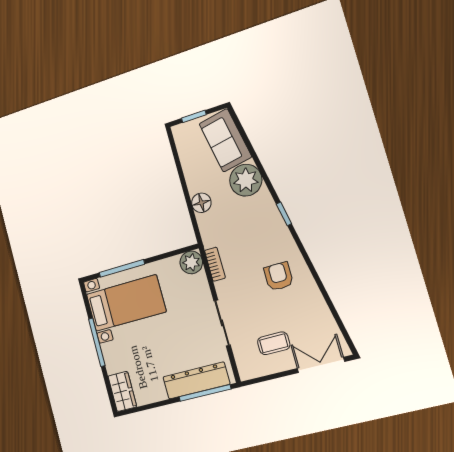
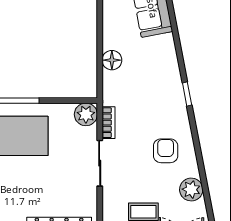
plant: (246, 180) -> (191, 189), moved, width x0.73, depth x0.73
sliding door: (222, 323) -> (100, 163), moved

